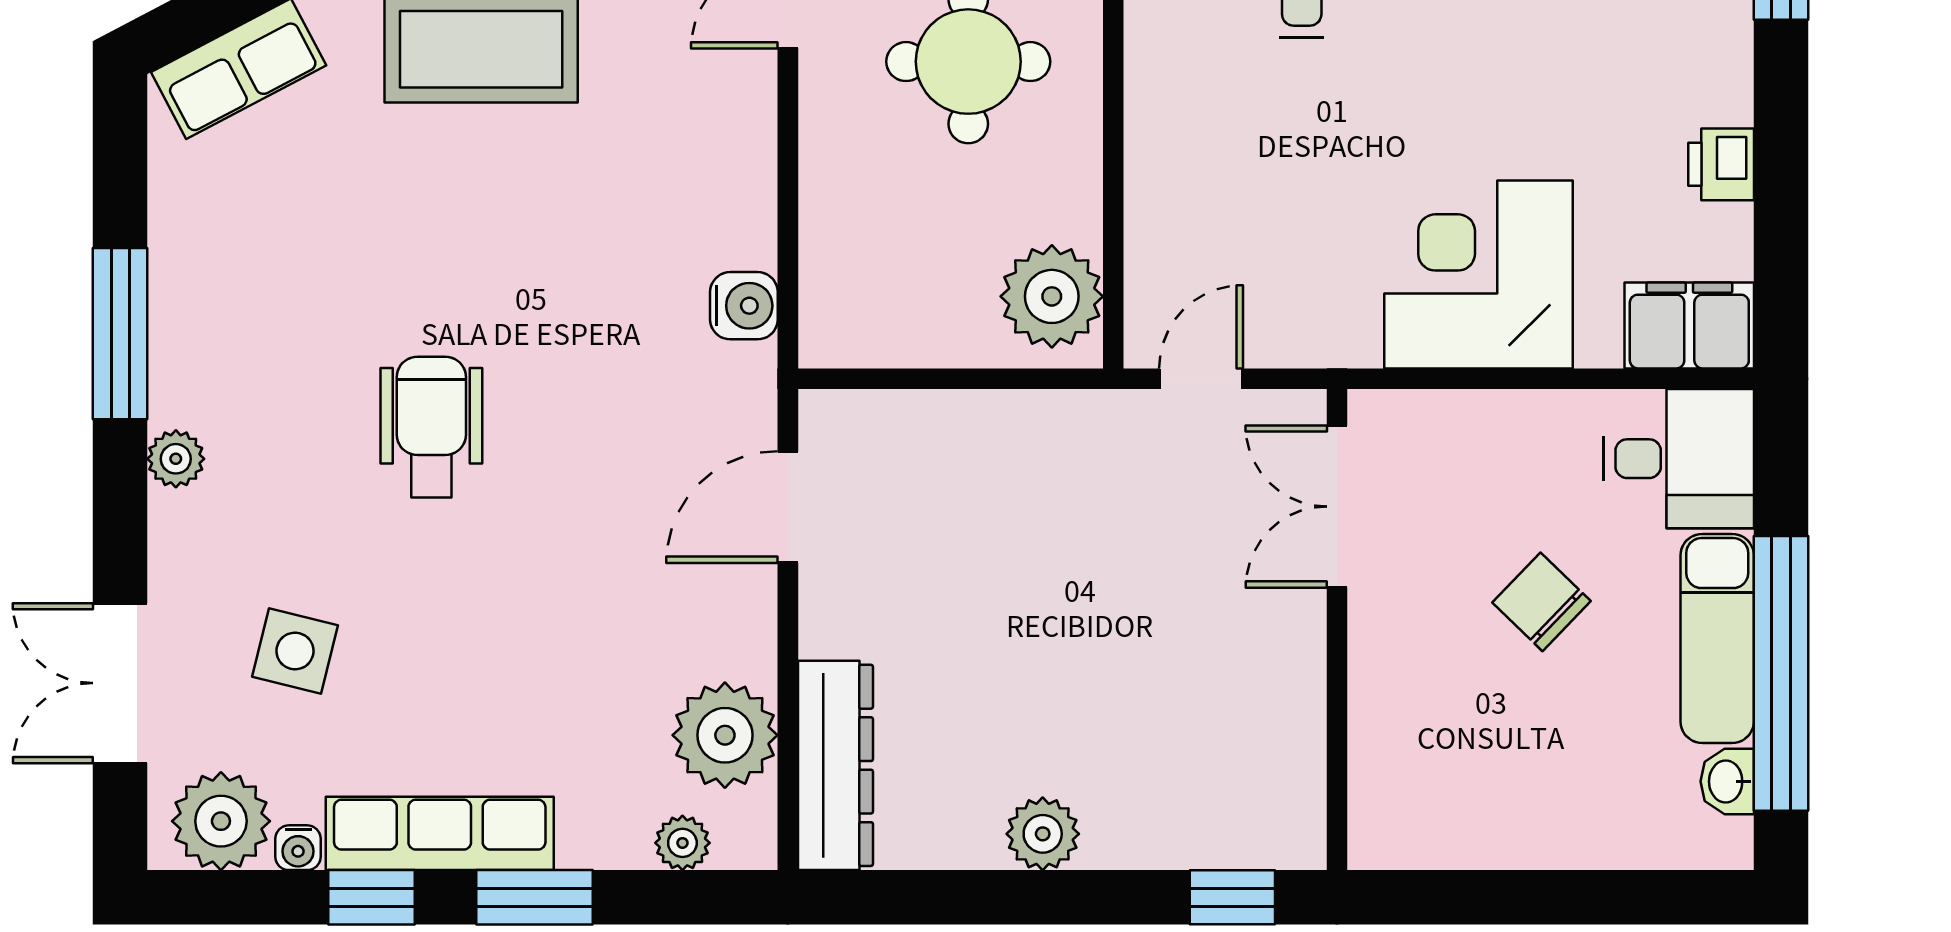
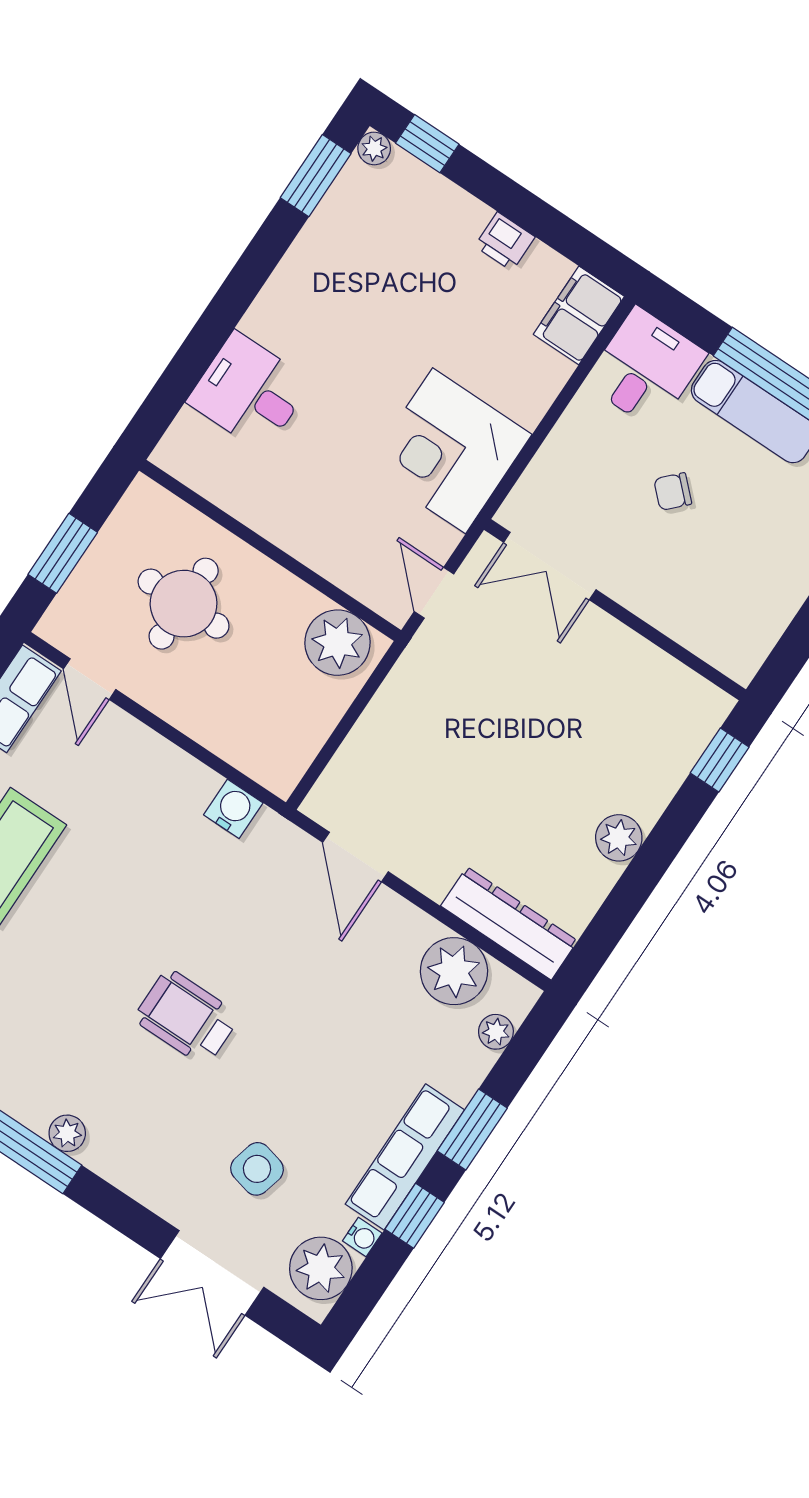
corner desk: (1479, 274) -> (449, 451), moved
plant: (176, 459) -> (67, 1133), moved
chair: (1541, 602) -> (673, 492), width x0.73, depth x0.73

